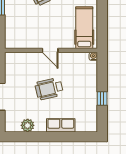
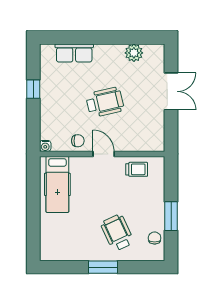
trolley: (25, 39) -> (137, 169), added
chair: (69, 60) -> (78, 141), added
row of seats: (61, 125) -> (74, 53), moved

